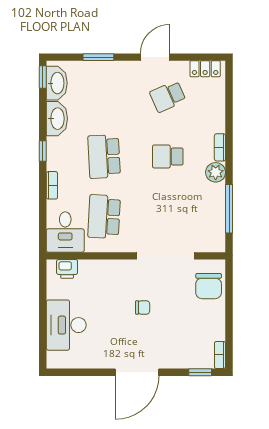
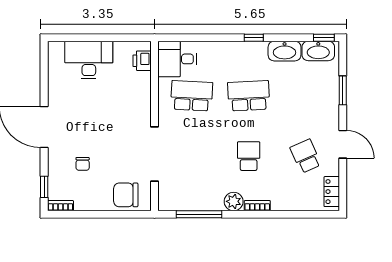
bookcase: (52, 185) -> (221, 46), removed
chair: (143, 307) -> (83, 164), moved

